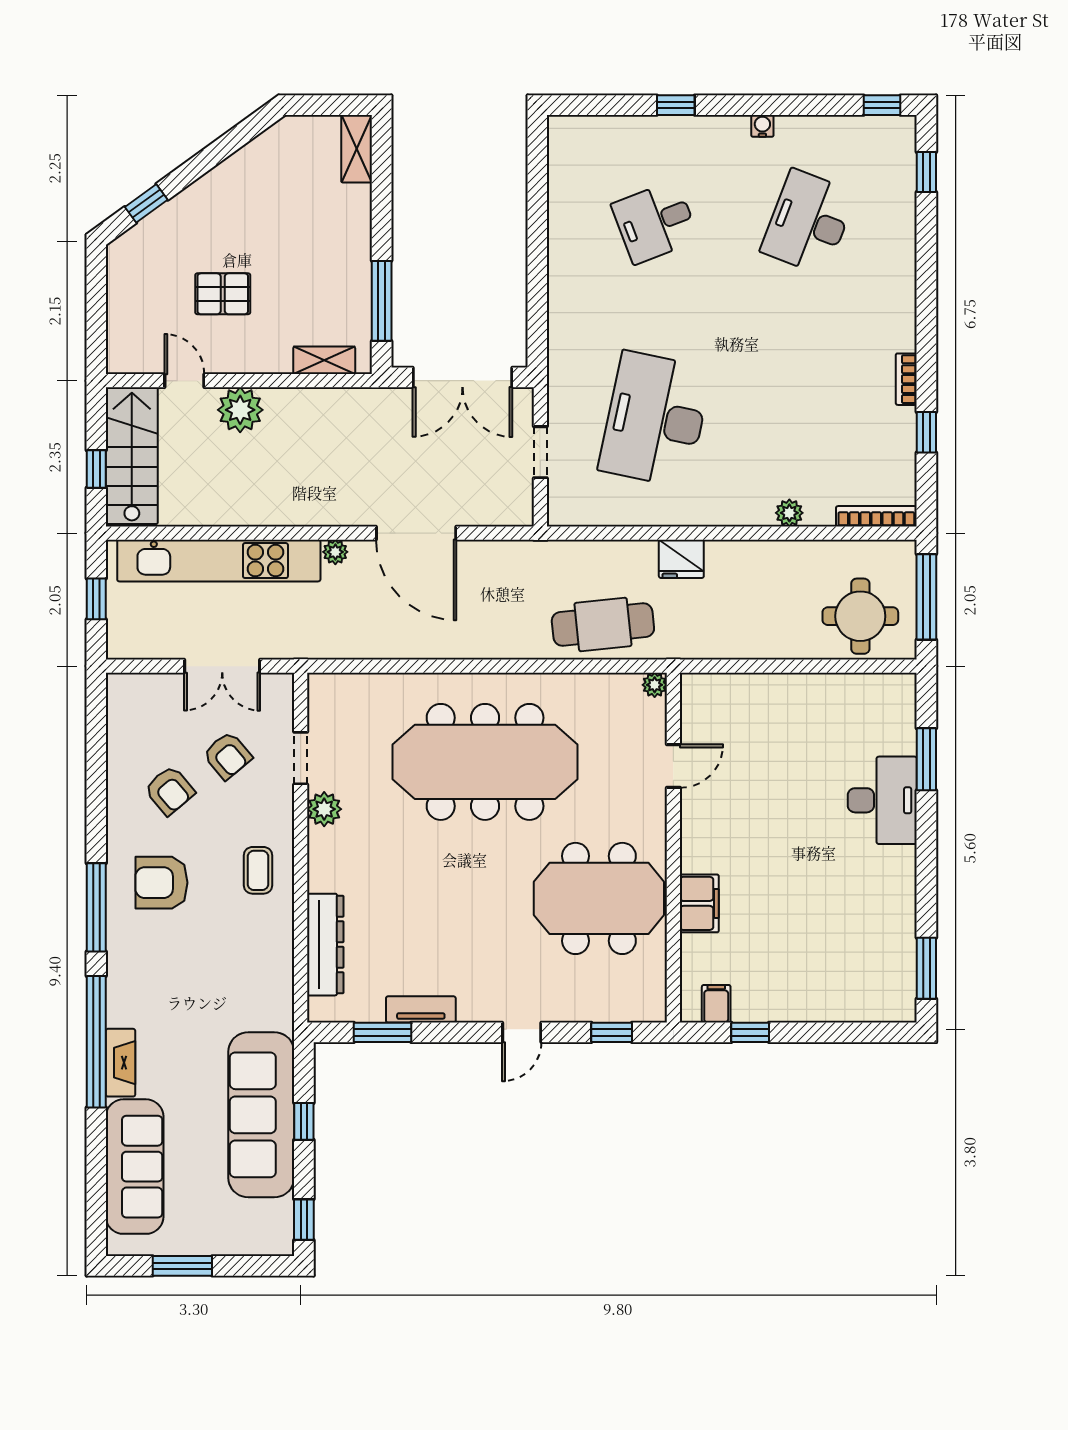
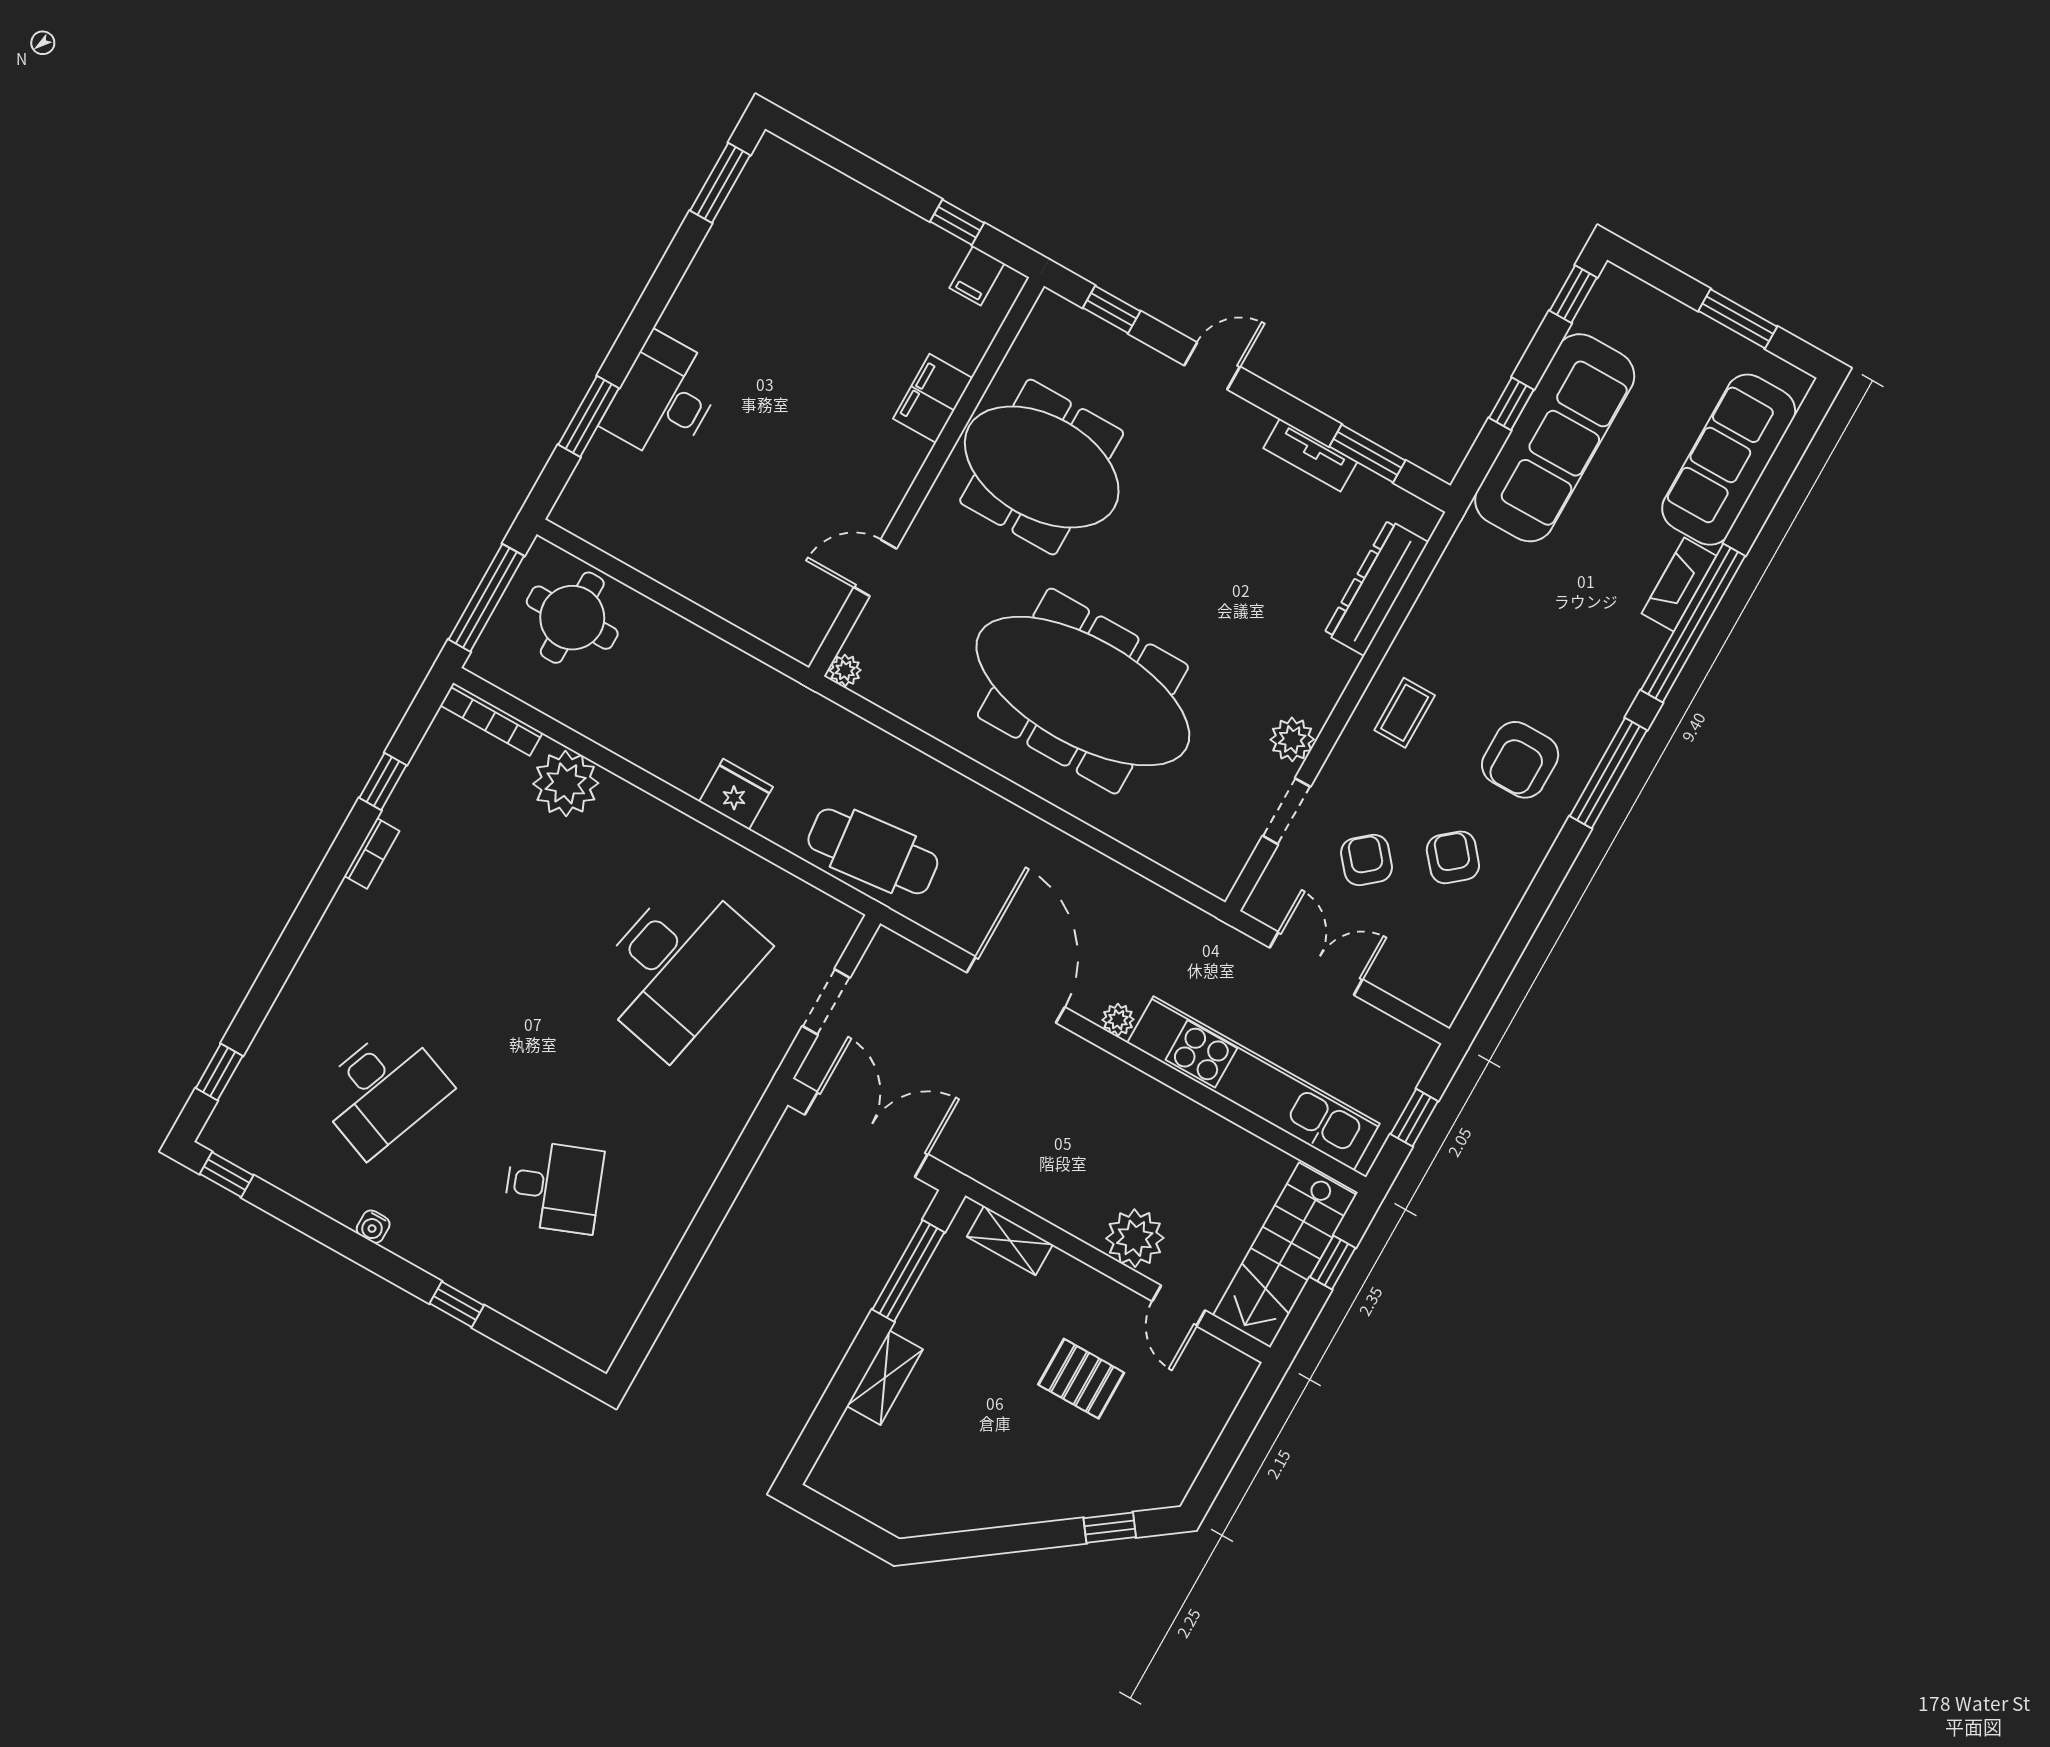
shelving: (357, 149) -> (885, 1378), moved
plant: (789, 513) -> (566, 783), width x1.88, depth x1.88
cafe table: (603, 625) -> (873, 851), moved
armchair: (161, 883) -> (1520, 760), turned 90

